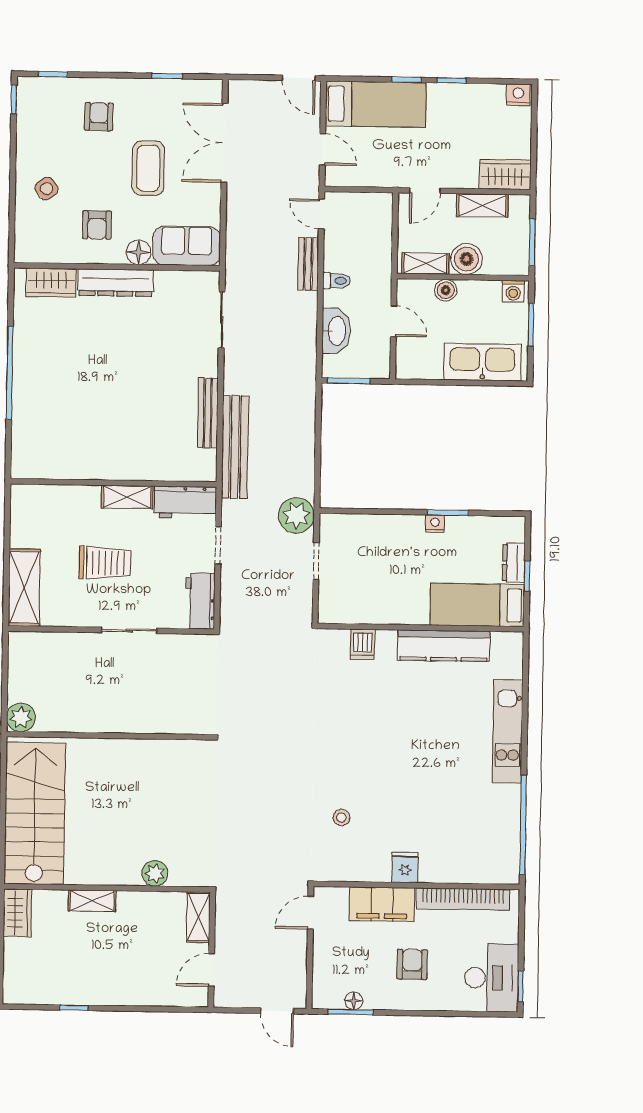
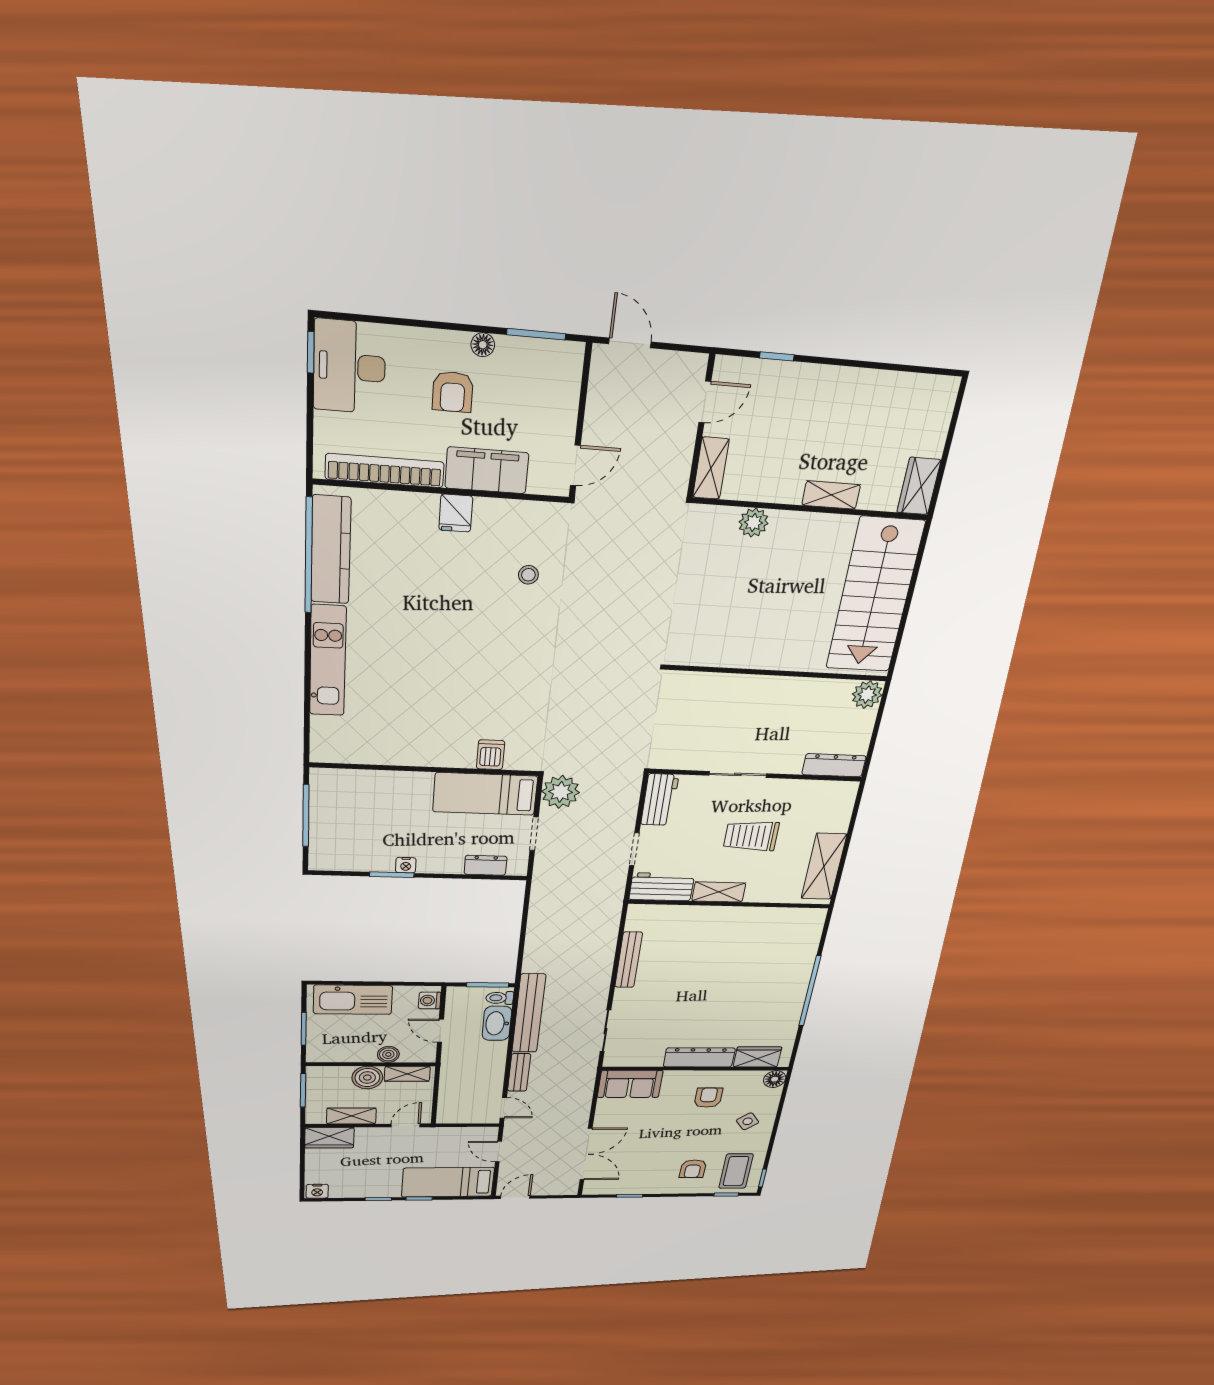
door: (299, 78) -> (515, 1197), hinge flipped
coffee table: (148, 168) -> (736, 1171), moved
floor lamp: (139, 252) -> (775, 1079), moved
toilet: (337, 281) -> (500, 998), moved
washing machine: (513, 291) -> (430, 1001), moved, turned -90
bench: (235, 447) -> (529, 1014), moved
plant: (296, 515) -> (561, 792), moved
dresser: (514, 563) -> (486, 865), moved, turned -90
window: (527, 576) -> (306, 816), width x2.17
shelving: (24, 587) -> (824, 866), moved
bed: (477, 605) -> (485, 794), moved, turned 180
dresser: (38, 643) -> (834, 765), added
kitchen counter: (444, 646) -> (331, 550), moved, turned 90
floor lamp: (354, 1001) -> (483, 345), moved
window: (74, 1008) -> (777, 356), moved

